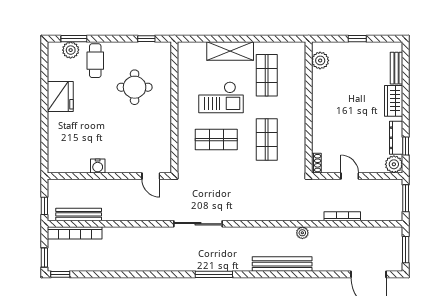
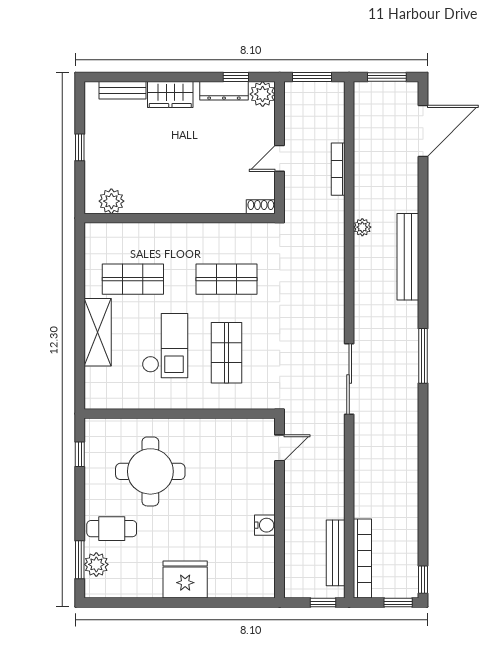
round table: (135, 87) -> (150, 471), width x1.36, depth x1.36
fridge: (60, 96) -> (185, 580), moved

